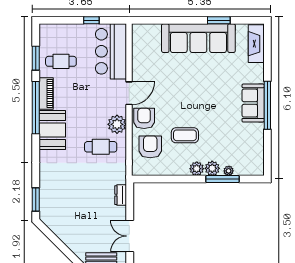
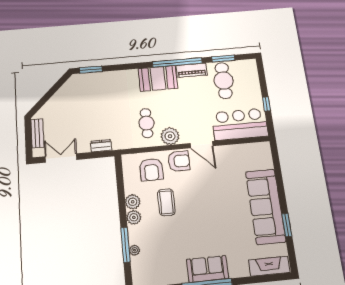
cafe table: (61, 61) -> (224, 81), width x1.37, depth x1.35
armchair: (150, 147) -> (151, 170), turned 90
plant: (212, 168) -> (133, 202), moved

